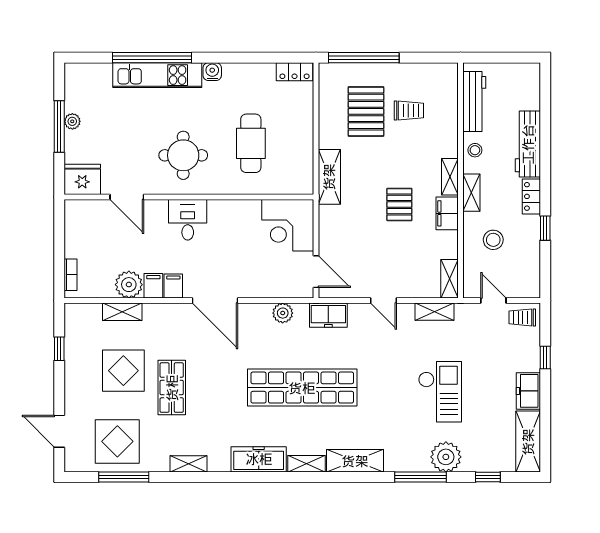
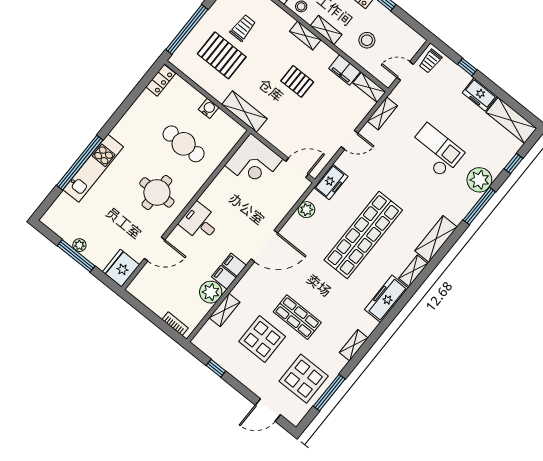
water cooler: (212, 72) -> (209, 108), moved, turned 90
filing cabinet: (447, 213) -> (345, 70), moved

